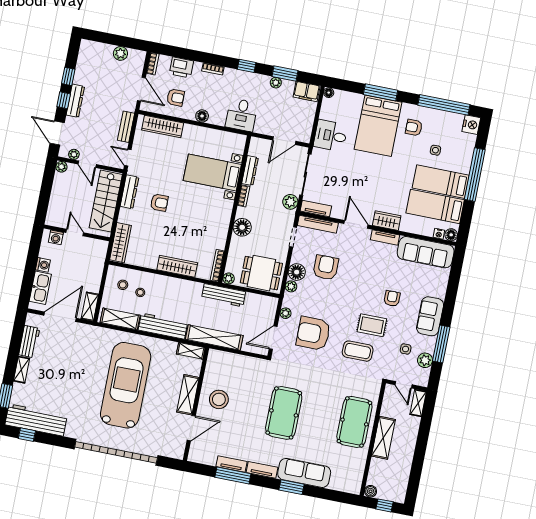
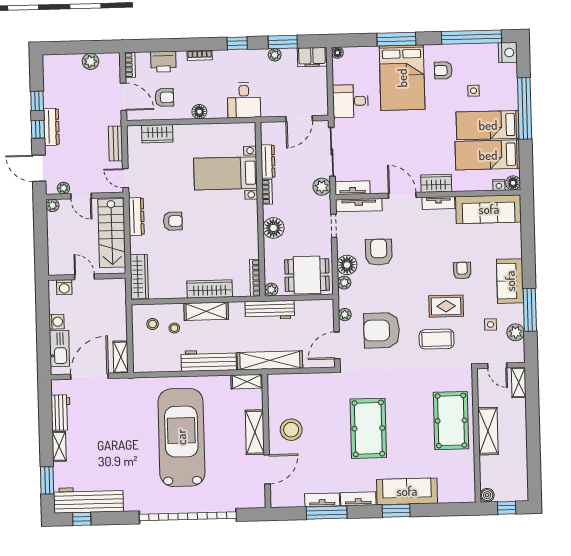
wardrobe: (163, 126) -> (157, 134), width x0.67
shelving: (120, 319) -> (206, 311), moved

